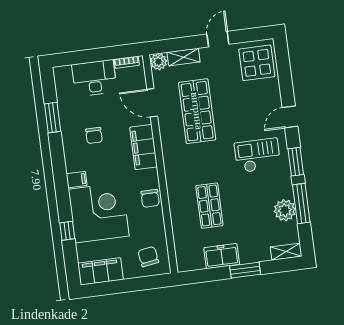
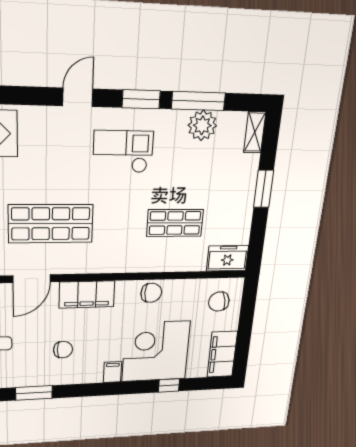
door: (290, 117) -> (78, 97), swing flipped
checkout: (257, 155) -> (123, 152), turned 90
freezer: (222, 256) -> (227, 258), moved, turned 90

